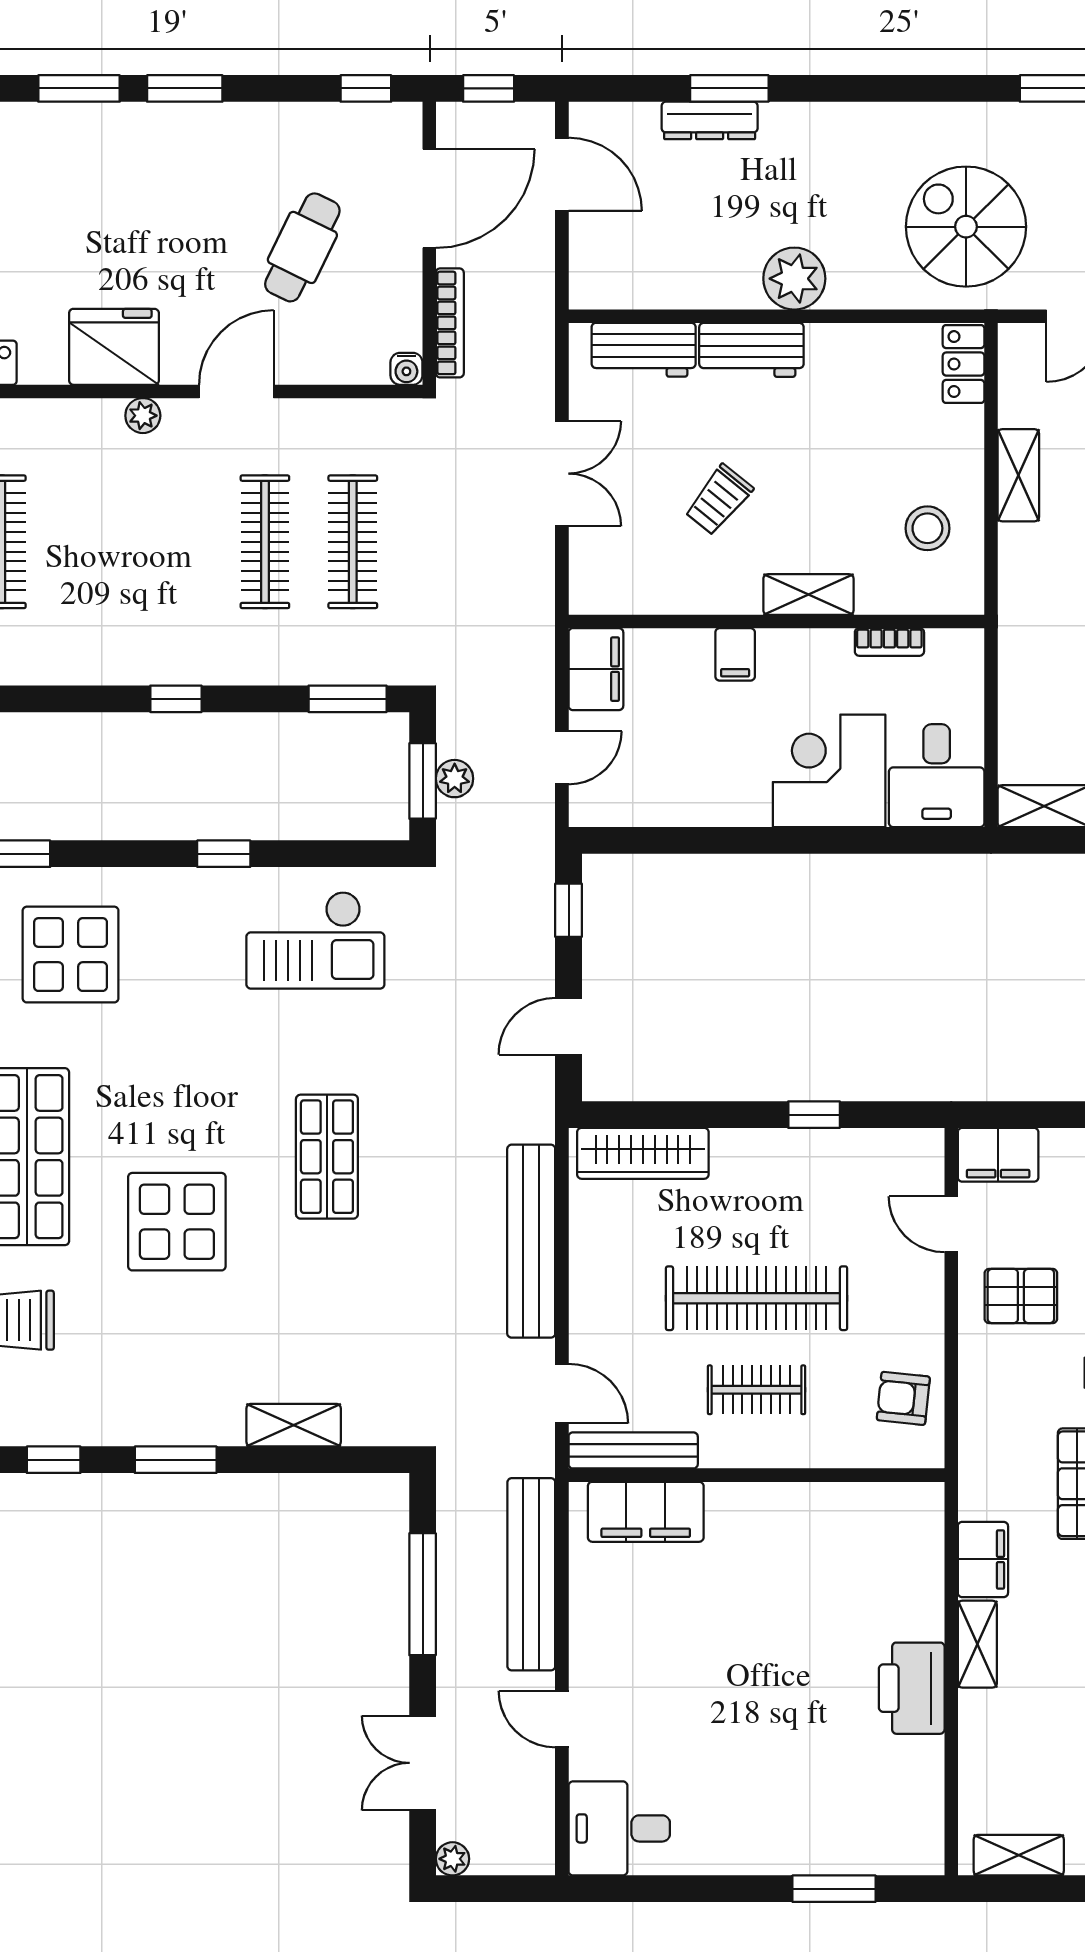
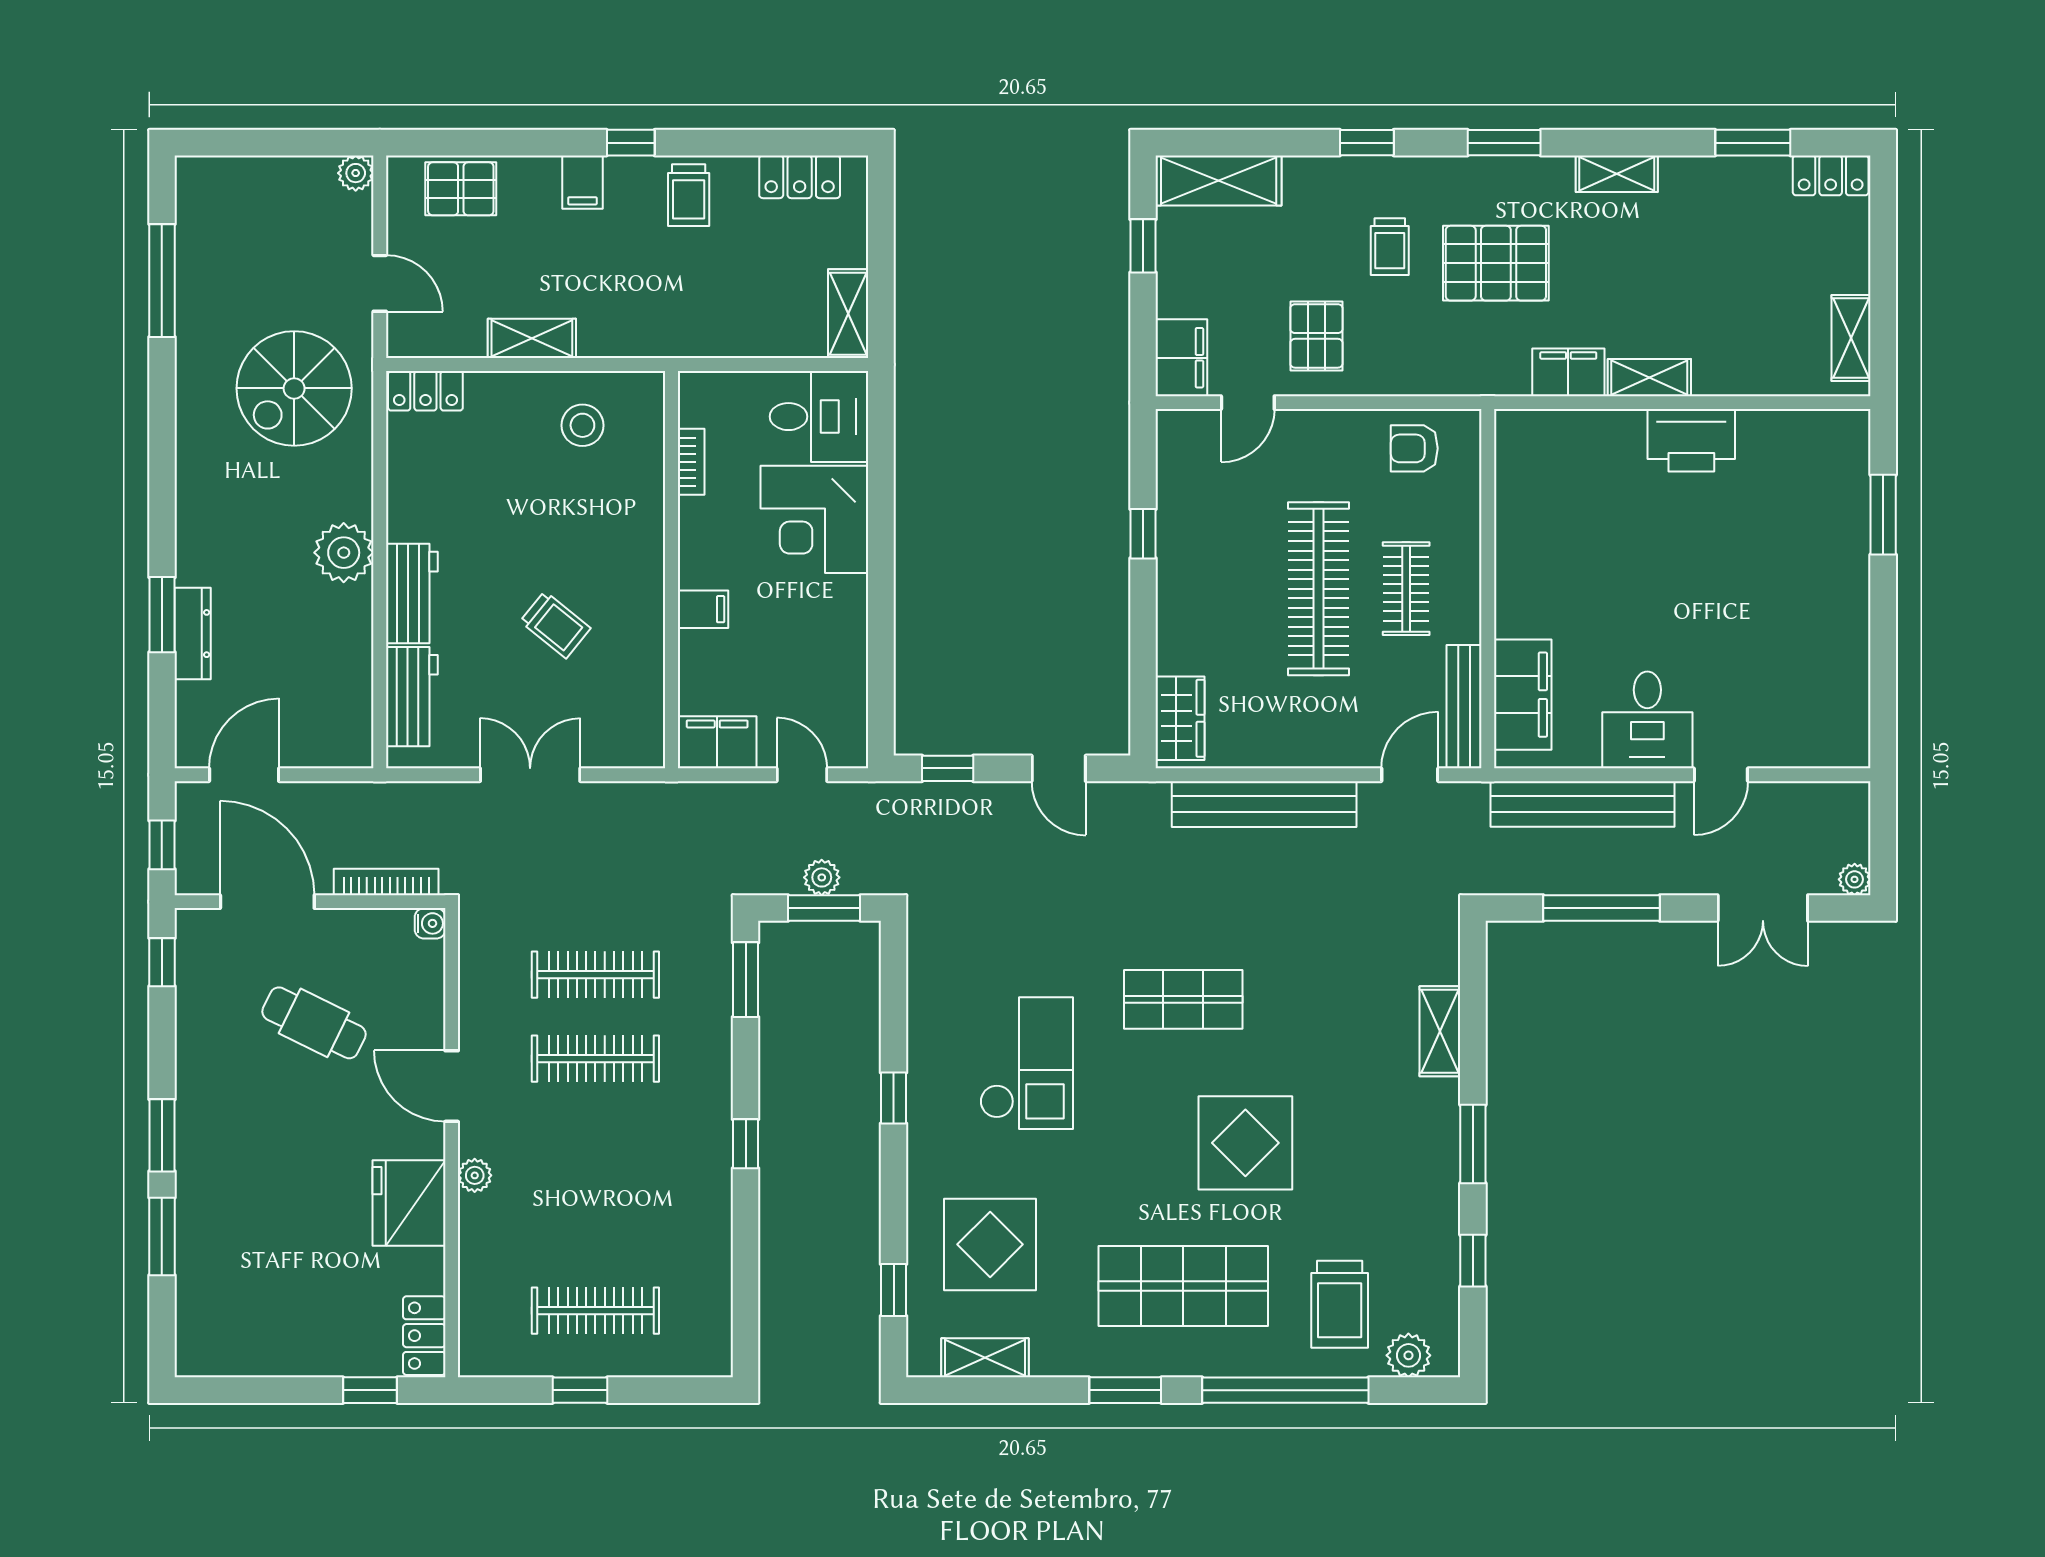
shelving: (808, 595) -> (646, 539), removed
checkout: (315, 940) -> (1026, 1063), moved
wardrobe: (643, 1153) -> (1180, 718), width x0.67
armchair: (903, 1398) -> (1414, 448), turned 84
desk: (619, 1828) -> (1647, 720), moved

